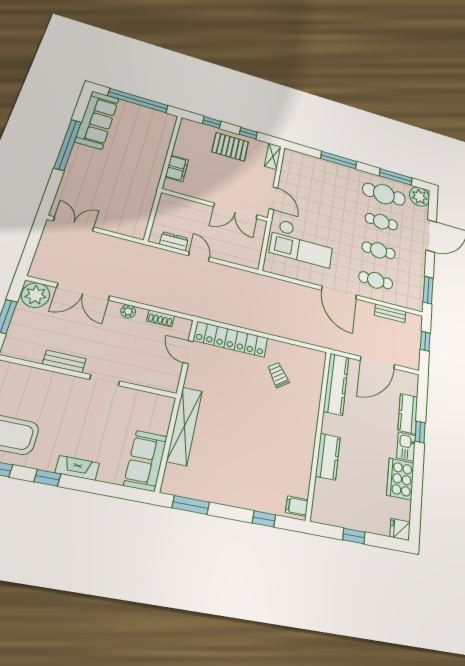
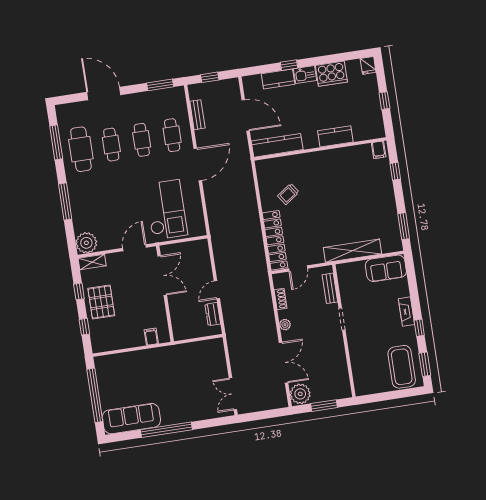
filing cabinet: (177, 168) -> (151, 337), width x0.50
plant: (419, 197) -> (86, 243), moved
bench: (64, 361) -> (330, 288), moved

